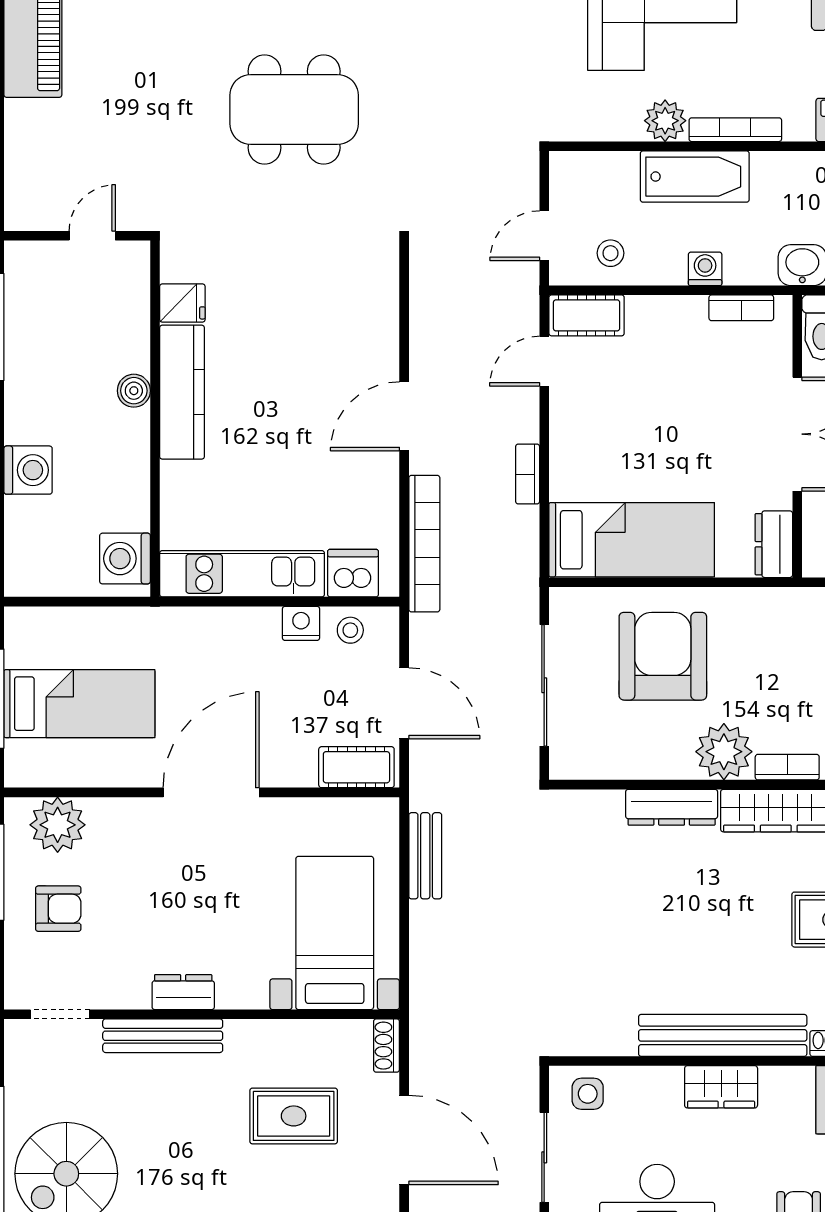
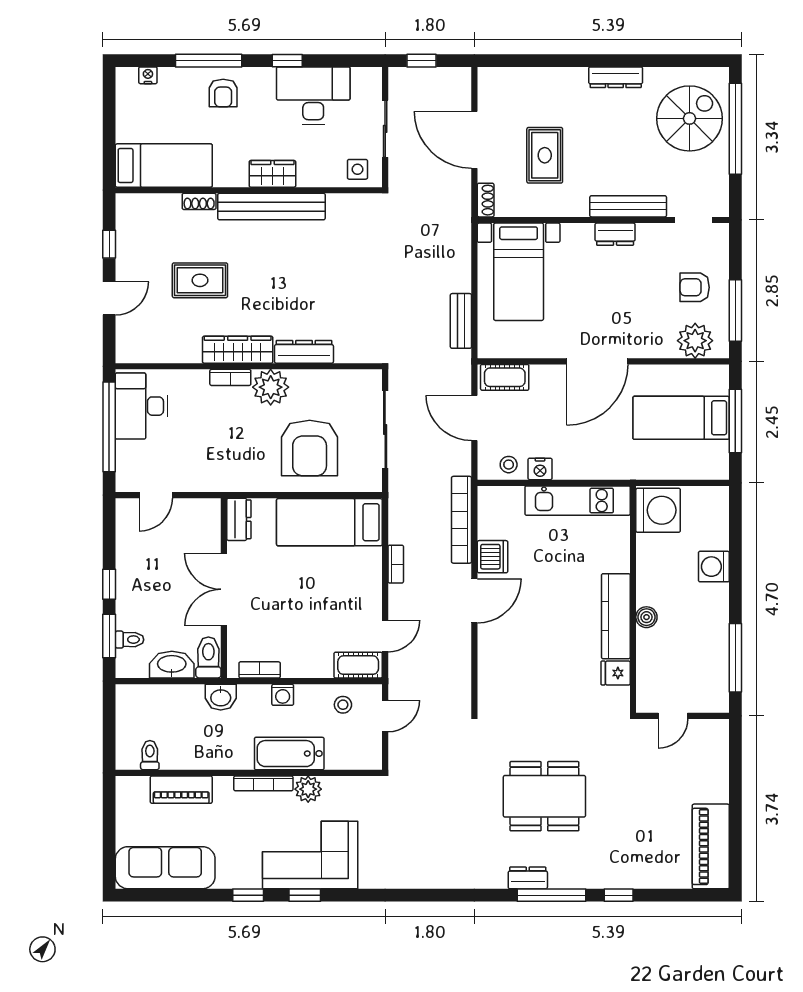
washing machine: (125, 559) -> (658, 510), width x1.37, depth x1.37
dishwasher: (353, 573) -> (492, 557), moved, turned -90
rug: (294, 1116) -> (545, 155), turned 90

